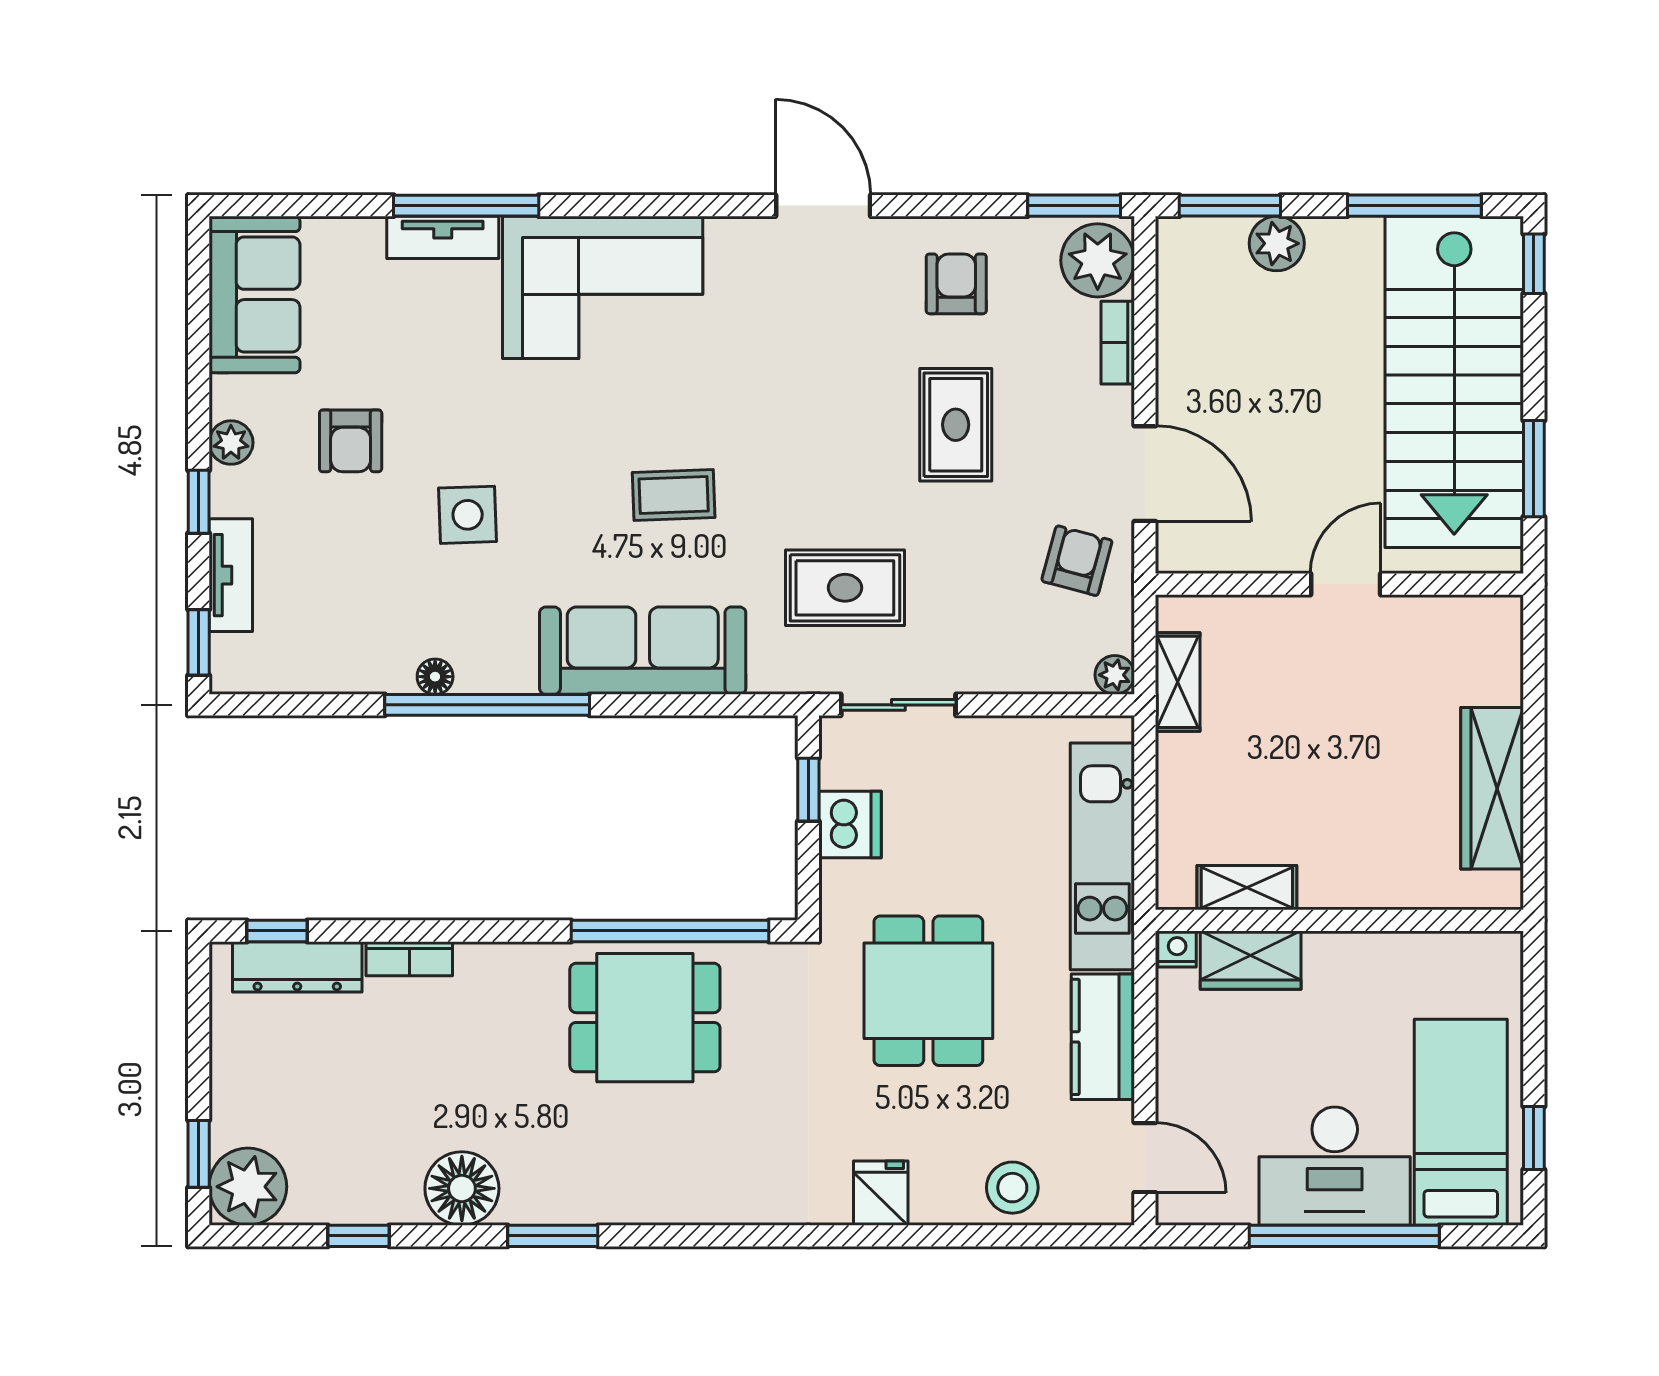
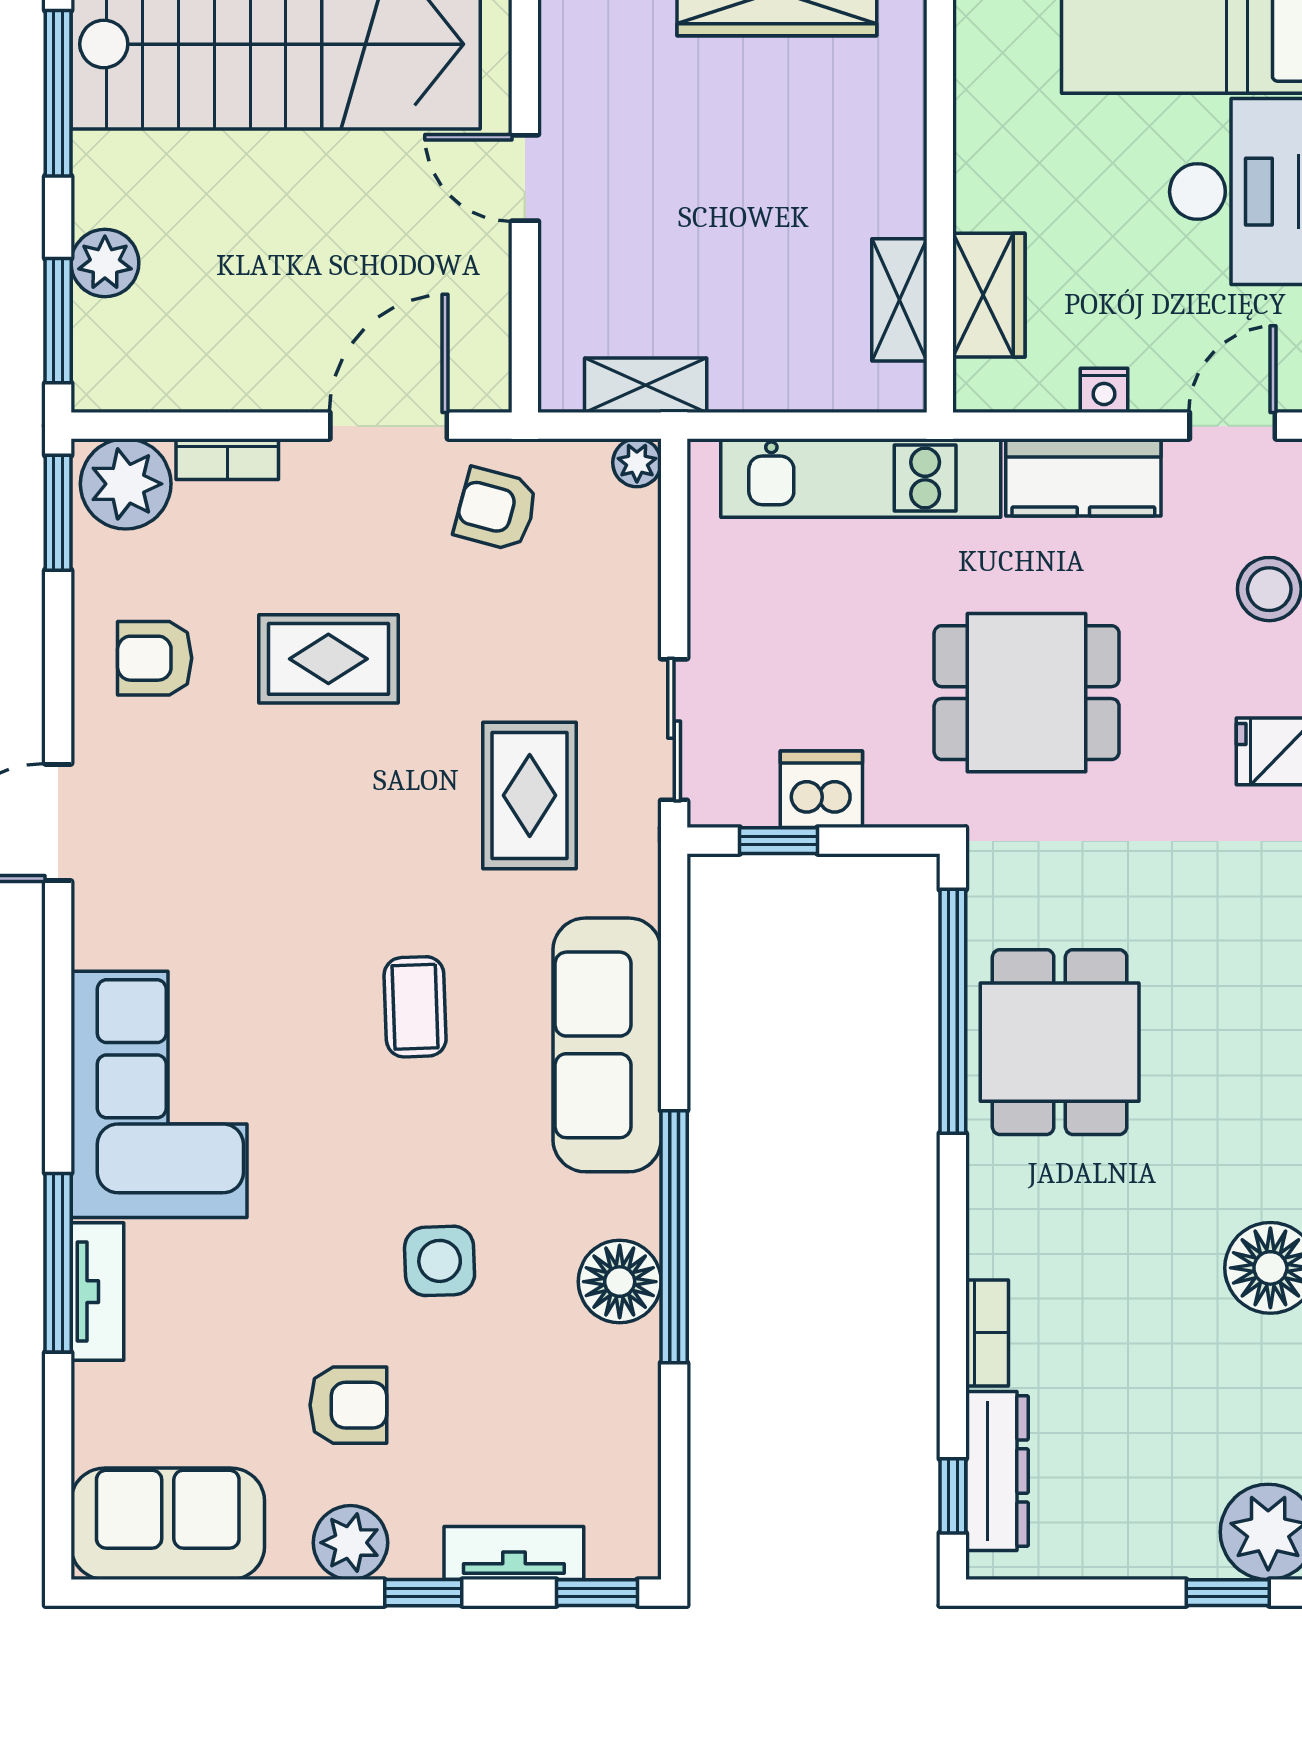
plant: (231, 443) -> (350, 1543), width x1.38, depth x1.38
floor lamp: (435, 677) -> (620, 1282), width x1.89, depth x1.89
nightstand: (1177, 949) -> (1104, 390), moved, turned -90

